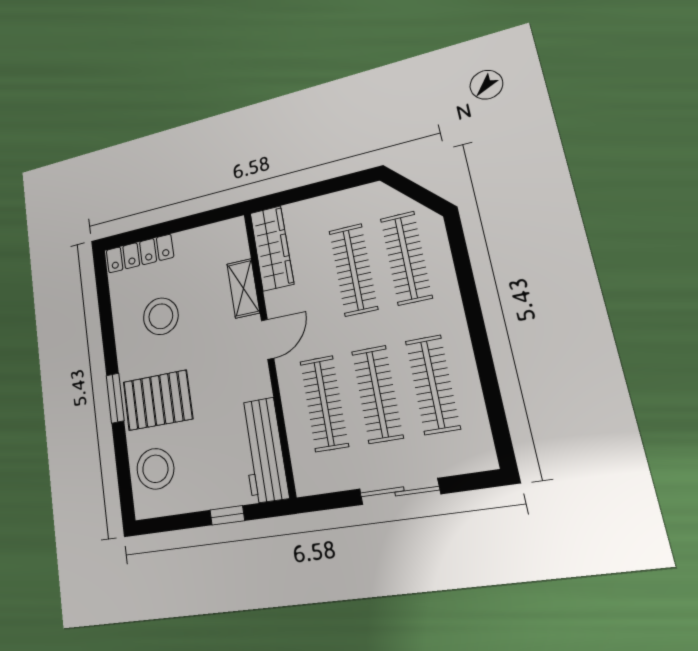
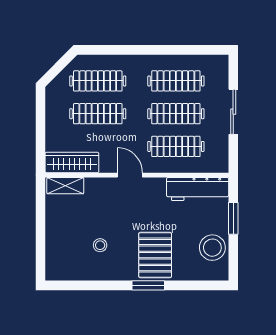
locker: (140, 254) -> (54, 255), removed
shelving: (243, 288) -> (65, 186), moved
stool: (161, 316) -> (100, 245), width x0.53, depth x0.53
stool: (155, 469) -> (212, 248), moved
window: (227, 515) -> (233, 218), width x1.50

